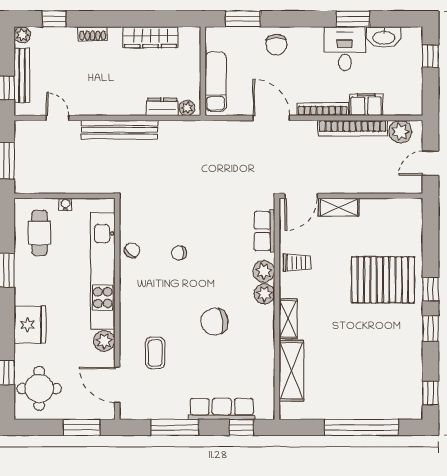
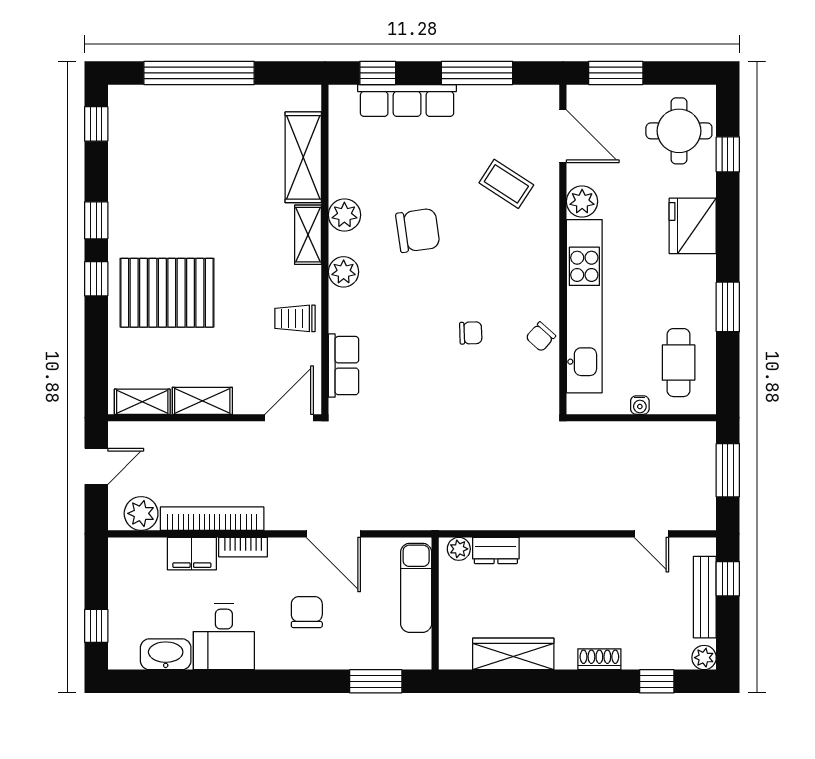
window: (353, 19) -> (212, 681), removed
chair: (276, 45) -> (307, 612), moved
bookcase: (323, 109) -> (243, 547), width x0.64
bench: (119, 130) -> (559, 516), removed
shelving: (339, 207) -> (202, 401), moved
shelving: (400, 207) -> (142, 402), added
plant: (264, 271) -> (344, 215), moved
coffee table: (155, 353) -> (506, 184), turned -57

